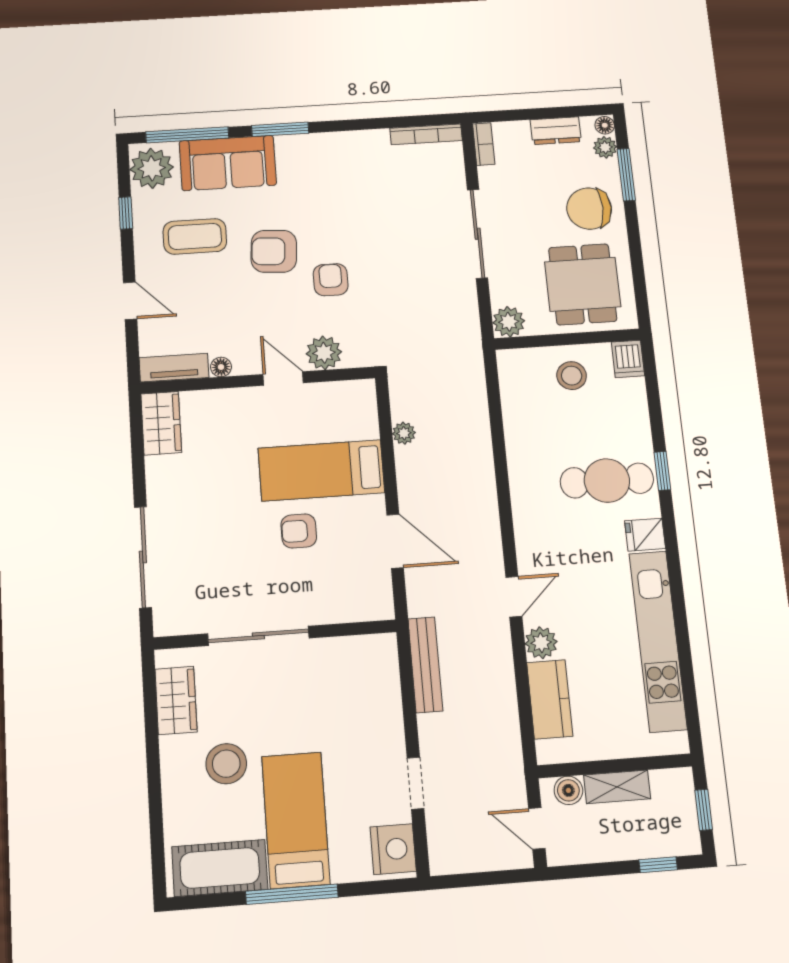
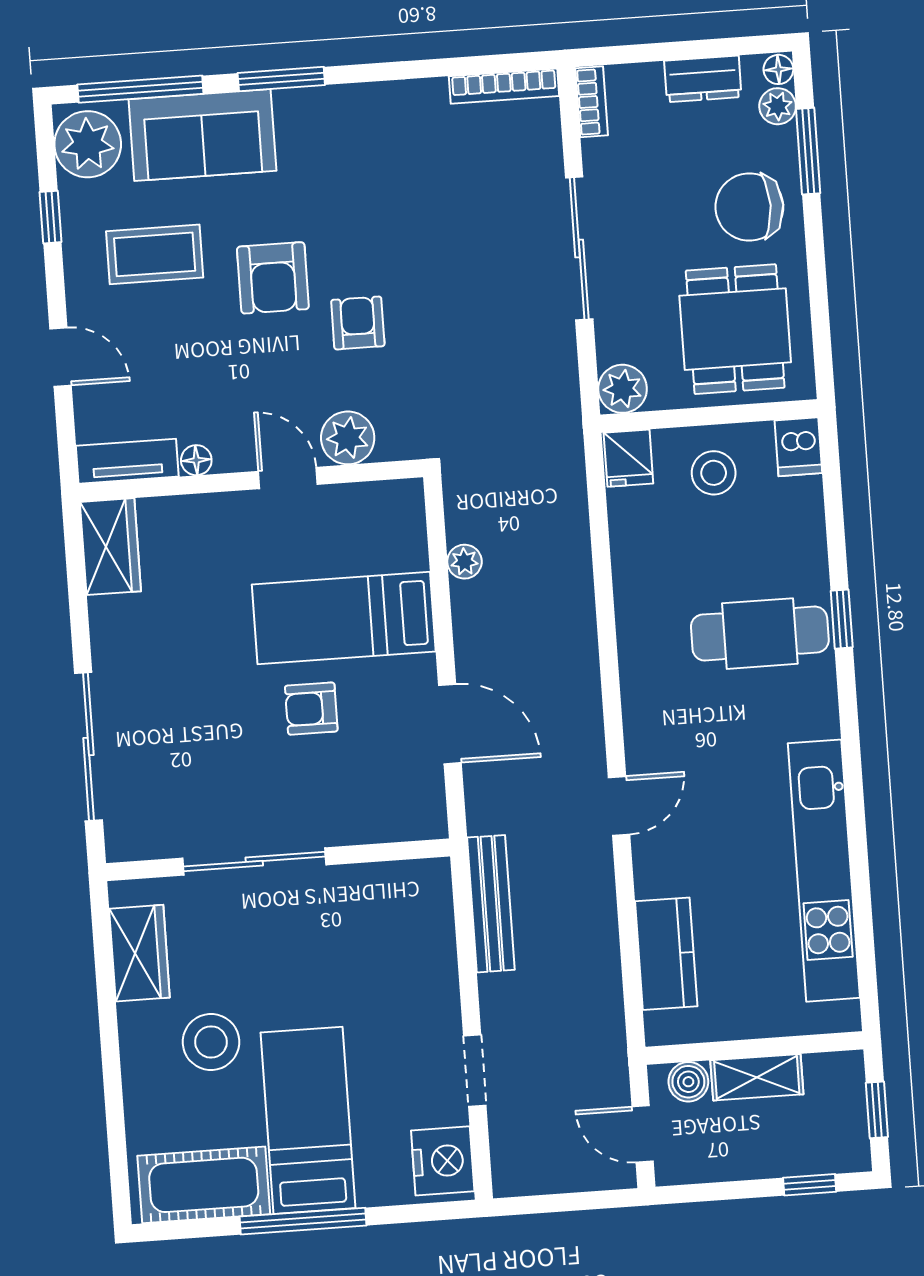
armchair: (274, 251) -> (273, 278), turned -94
fridge: (645, 535) -> (628, 458), moved, turned -90
plant: (541, 643) -> (656, 873), removed

